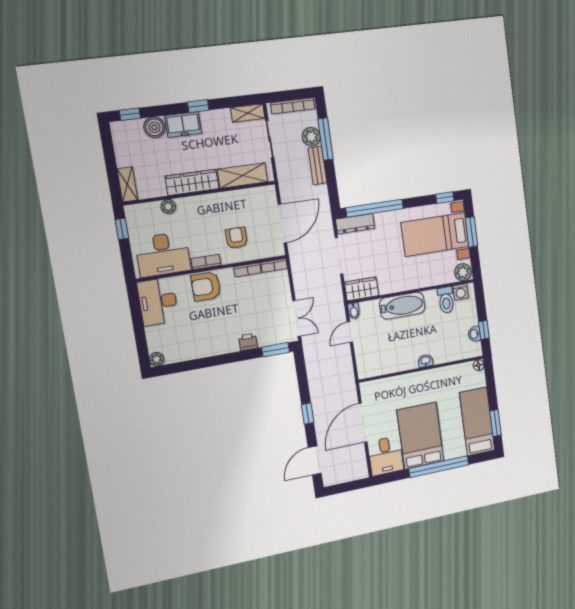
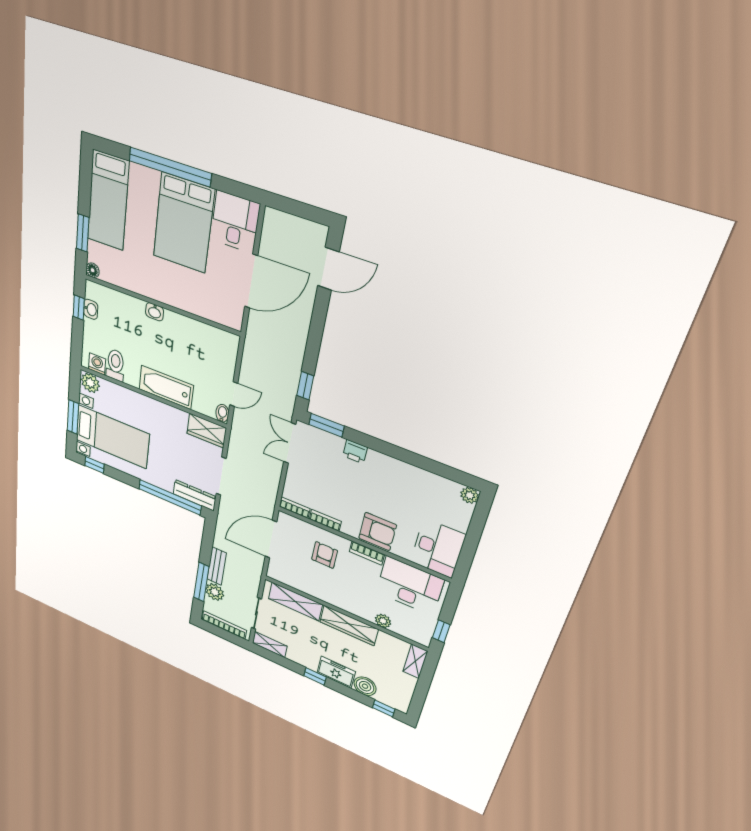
armchair: (236, 238) -> (325, 555), turned 180
window: (308, 414) -> (305, 386), moved
window: (496, 423) -> (83, 233), moved

